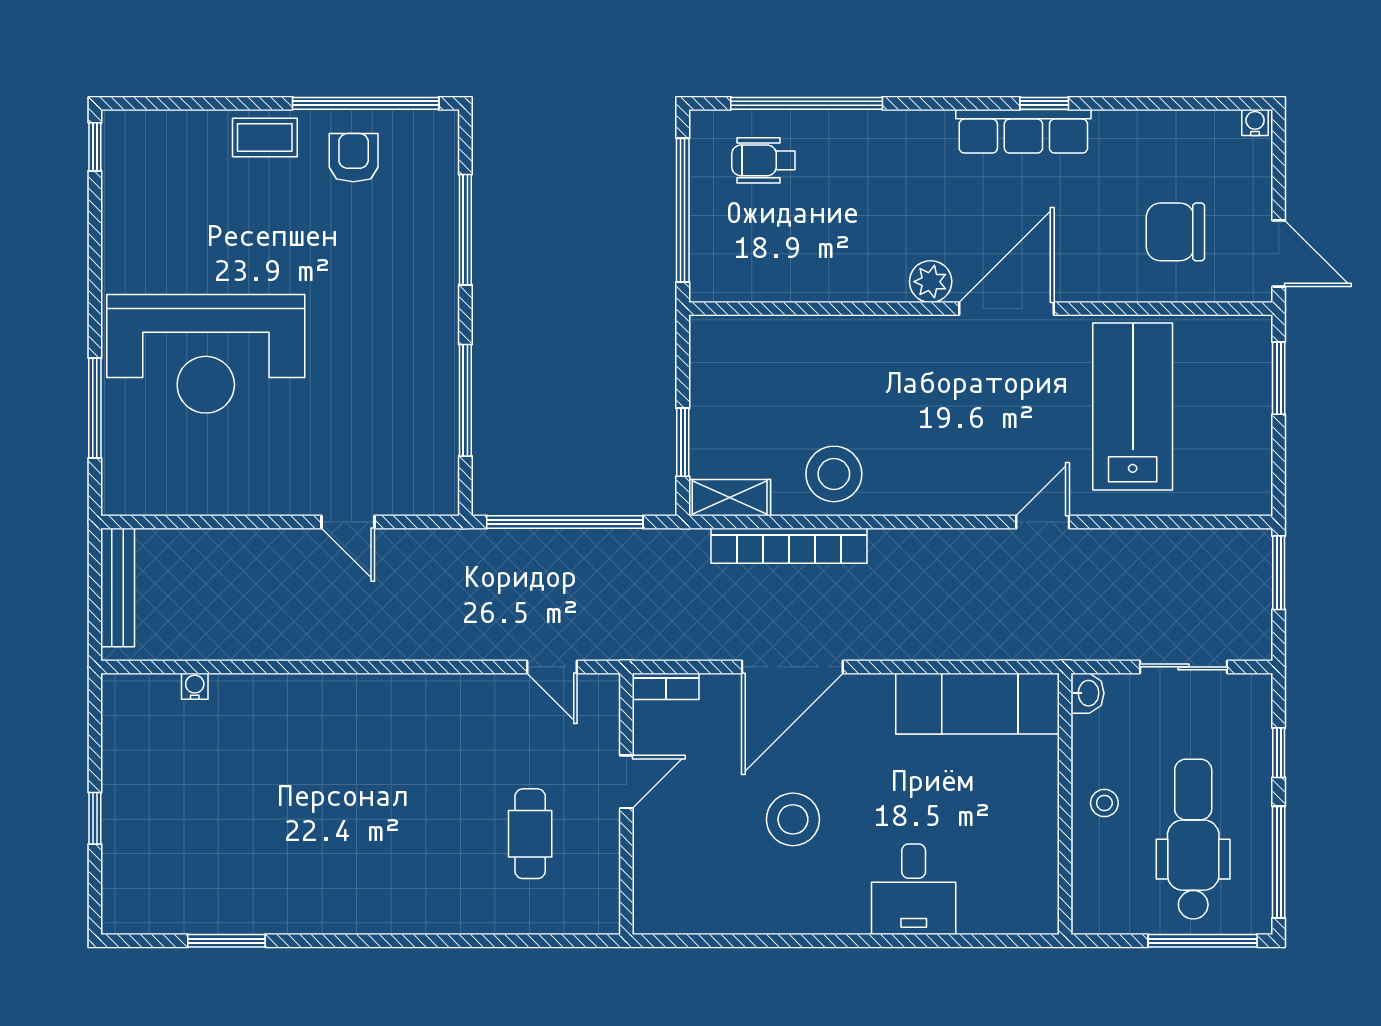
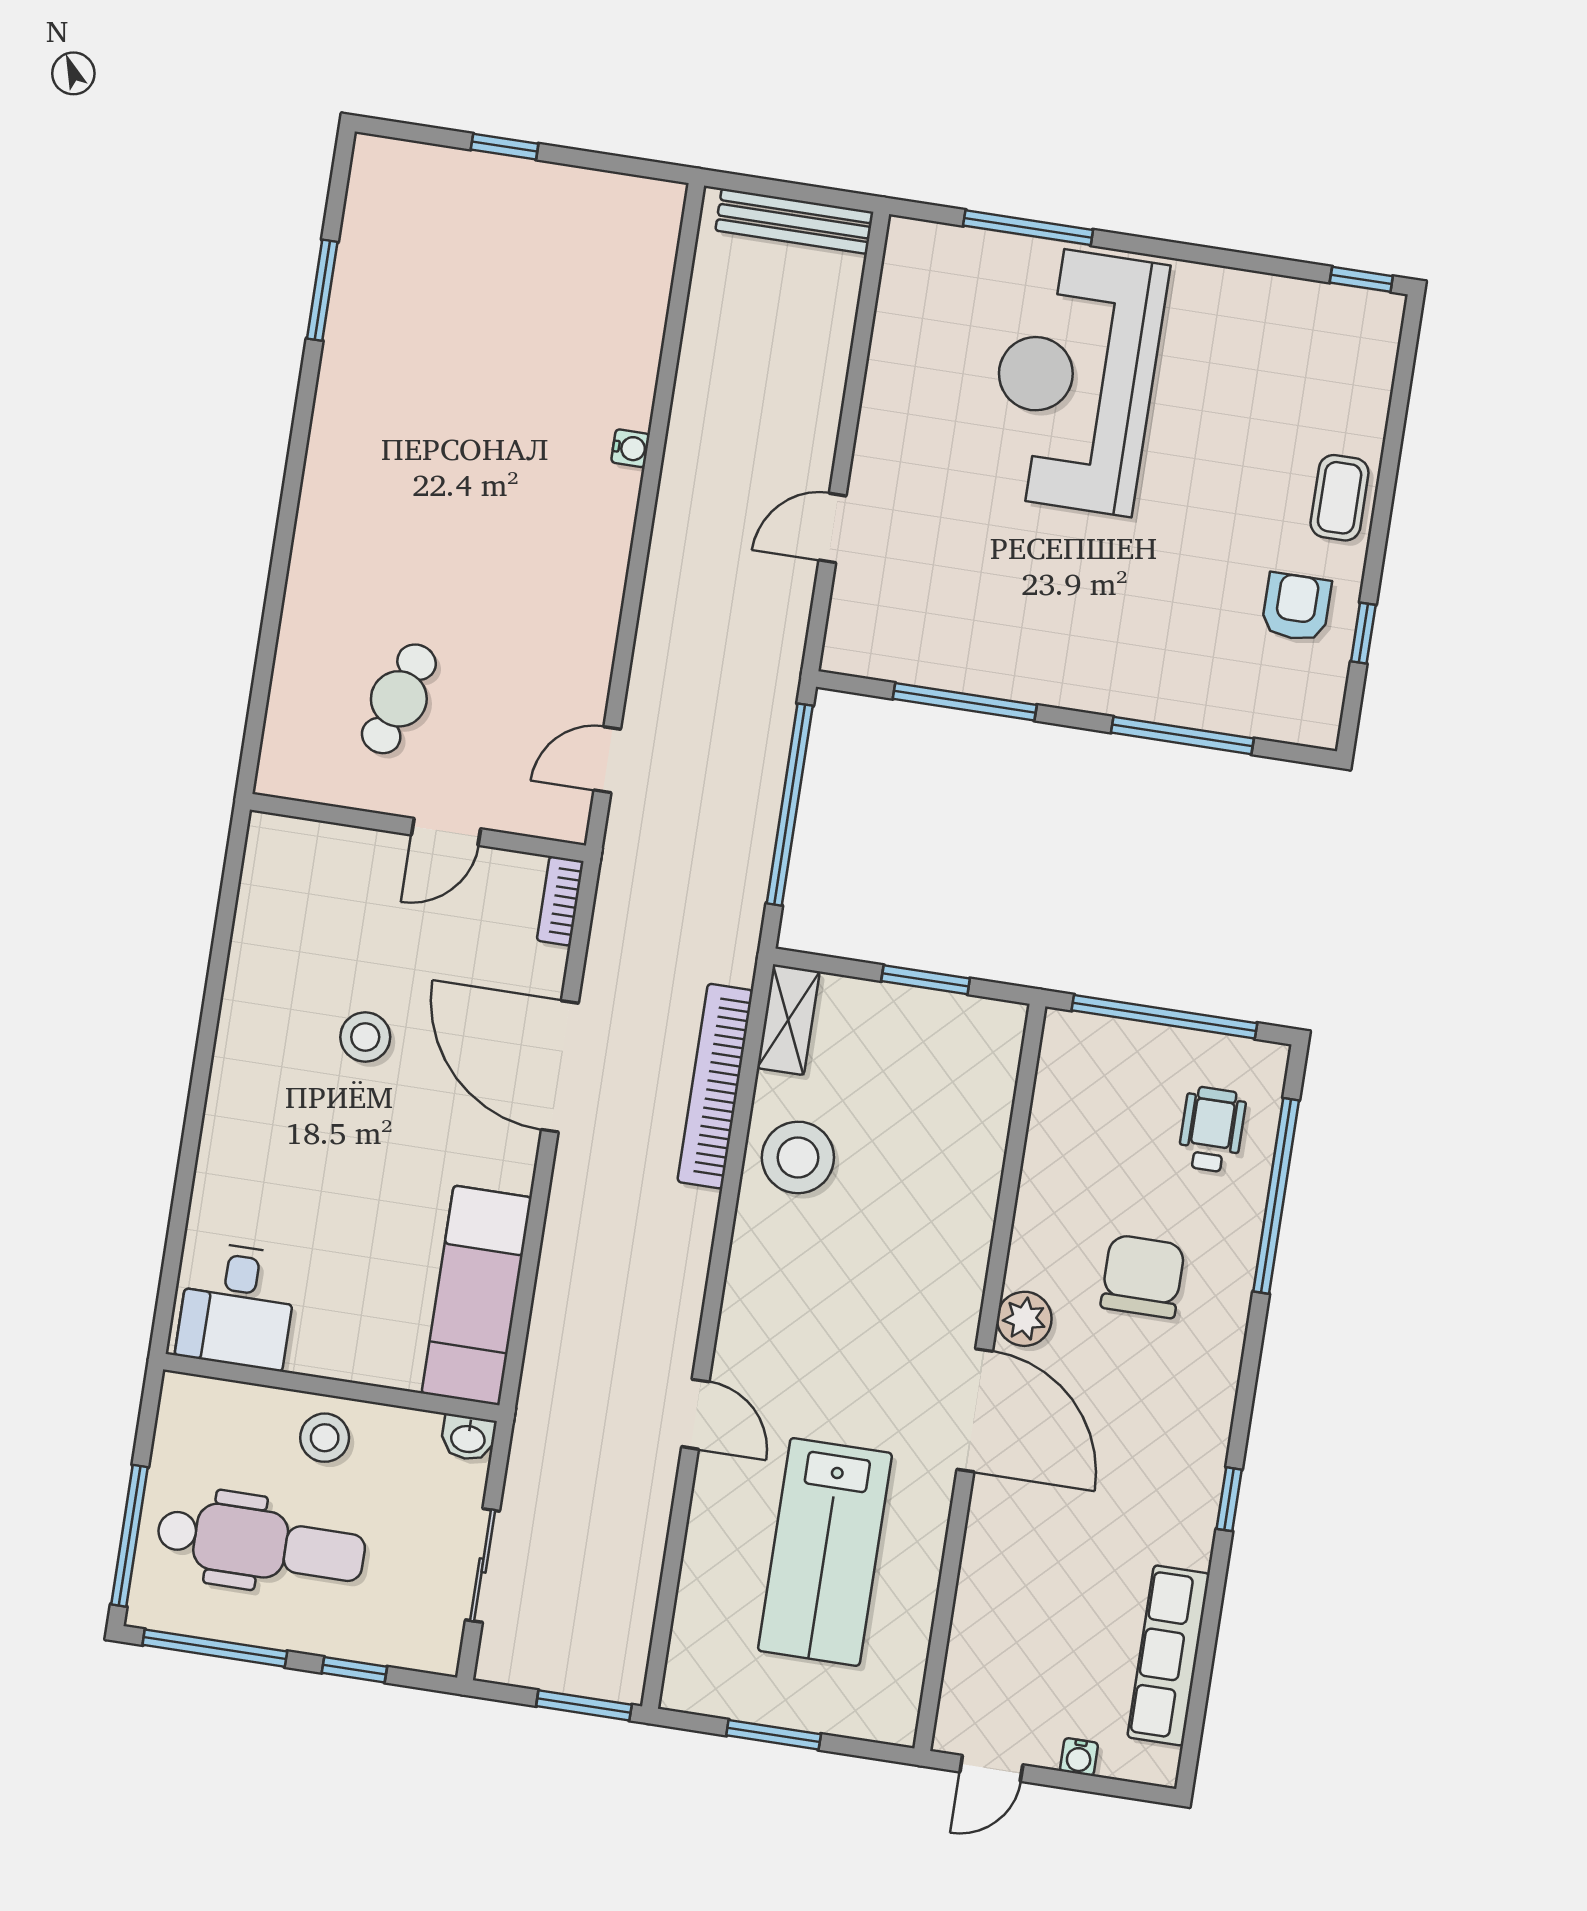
window: (366, 103) -> (1363, 633), width x0.32
water cooler: (1255, 122) -> (1079, 1757), moved, turned 90
row of seats: (1023, 131) -> (1169, 1655), moved
armchair: (354, 158) -> (1296, 607), turned -90
chair: (1175, 232) -> (1143, 1276), moved
door: (1279, 253) -> (991, 1768), width x0.73
window: (1279, 378) -> (774, 1735), moved
lab bench: (1133, 406) -> (825, 1552), turned 90
window: (683, 442) -> (926, 980), moved
water cooler: (195, 686) -> (630, 448), moved
door: (626, 782) -> (446, 832), hinge flipped
stool: (1104, 803) -> (325, 1438), width x1.37, depth x1.37
stool: (793, 819) -> (365, 1037), width x0.73, depth x0.73
cafe table: (530, 834) -> (399, 699), turned -73
desk: (914, 889) -> (237, 1306), moved, turned -90

